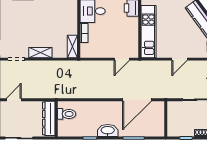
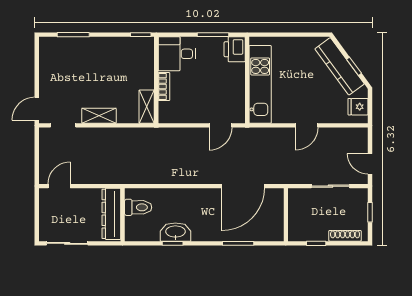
washbasin: (108, 131) -> (175, 232), moved

